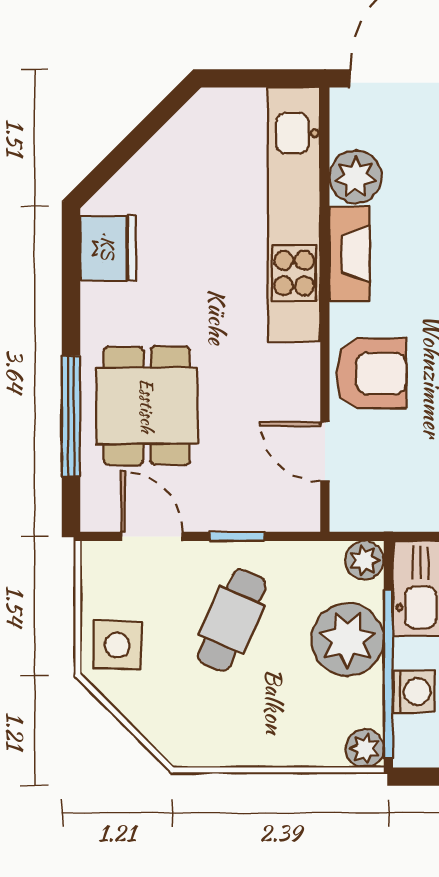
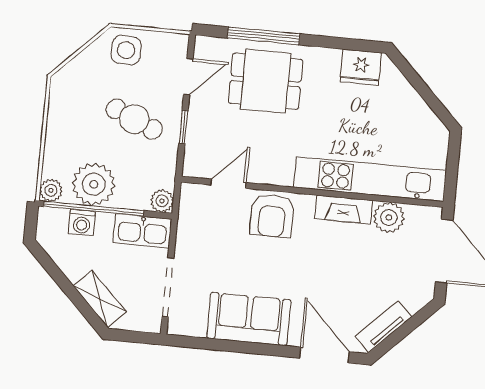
plant: (348, 639) -> (94, 184), moved

